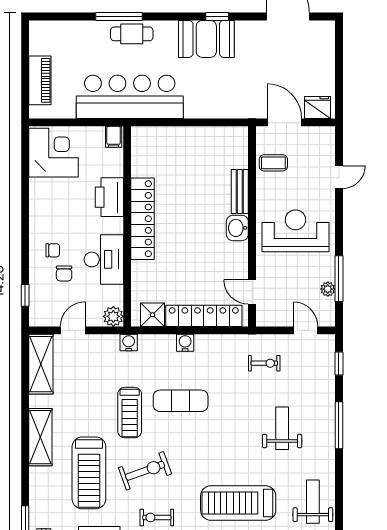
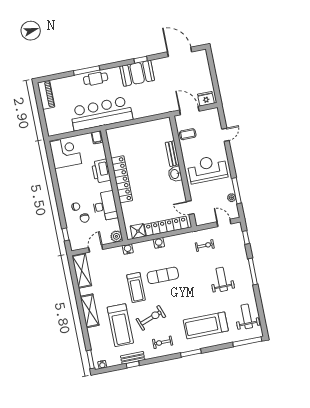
piano: (40, 80) -> (46, 95), moved

